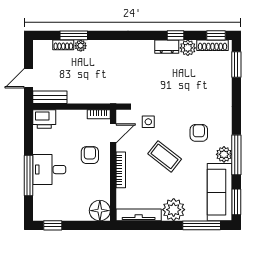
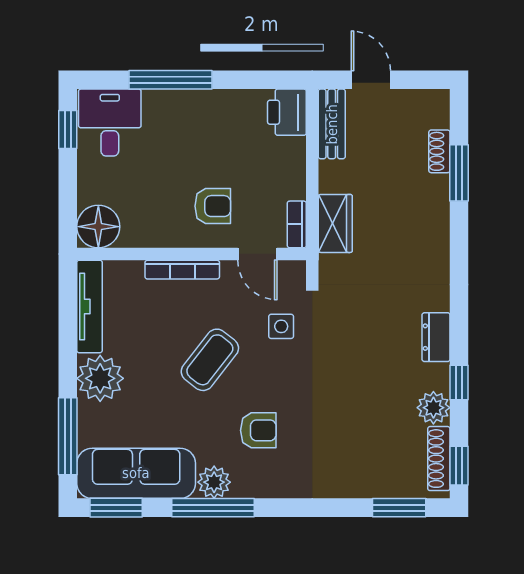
plant: (81, 46) -> (438, 187), removed
dresser: (167, 47) -> (436, 337), moved
wardrobe: (98, 96) -> (335, 223), added
desk: (49, 170) -> (110, 123), moved

